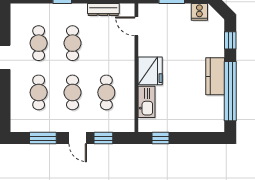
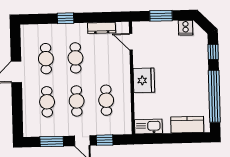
kitchen counter: (215, 76) -> (187, 125), moved, turned 90
kitchen sink: (146, 102) -> (148, 127), moved, turned -90
window: (161, 138) -> (155, 139), removed

